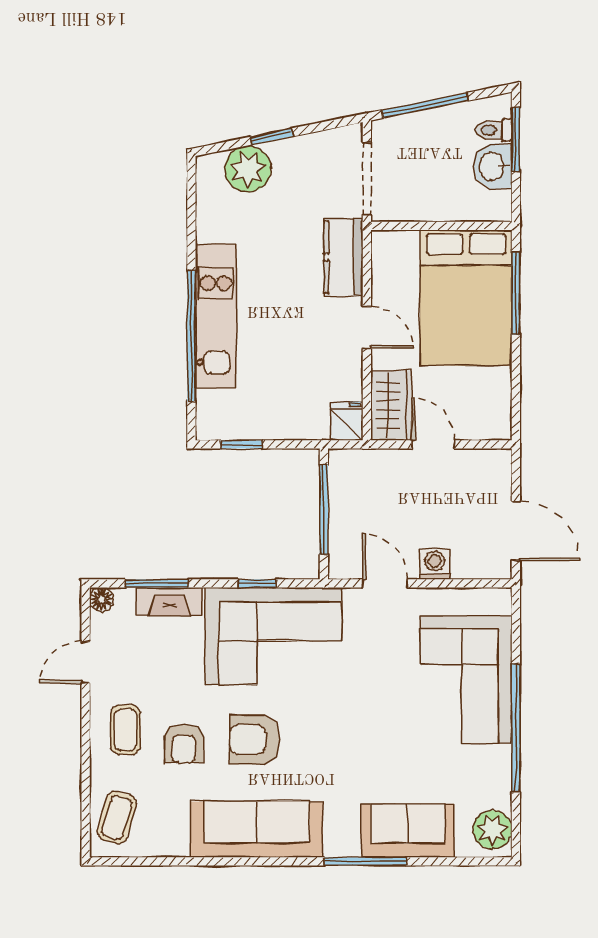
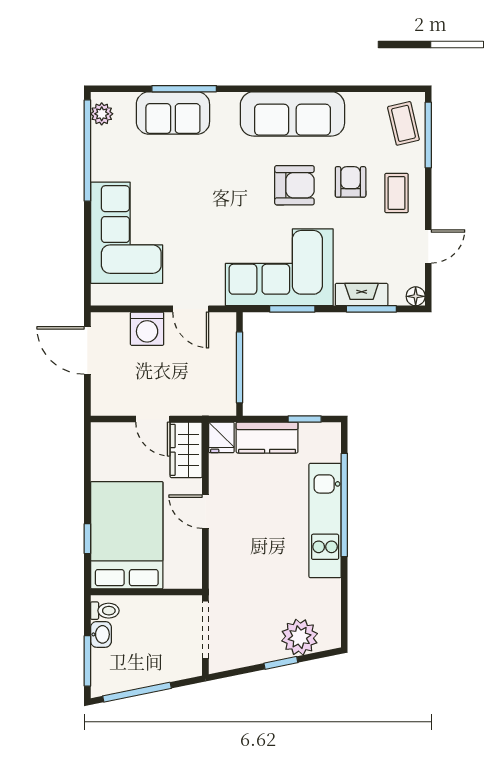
window: (425, 105) -> (137, 692), moved
toilet: (494, 130) -> (105, 611), moved
washbasin: (493, 166) -> (101, 634), width x0.72, depth x0.69
kitchen counter: (343, 257) -> (267, 438), moved, turned 90
window: (516, 293) -> (87, 539), width x0.46
washing machine: (435, 564) -> (147, 329), width x1.38, depth x1.38
window: (257, 583) -> (292, 309), width x1.50
window: (516, 728) -> (87, 151), moved
window: (86, 803) -> (428, 135), added
coffee table: (117, 818) -> (403, 123), turned -30
plant: (492, 830) -> (102, 114), width x0.73, depth x0.73
window: (365, 861) -> (184, 89), moved

